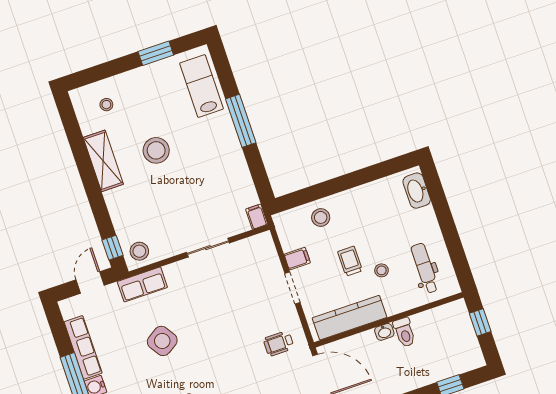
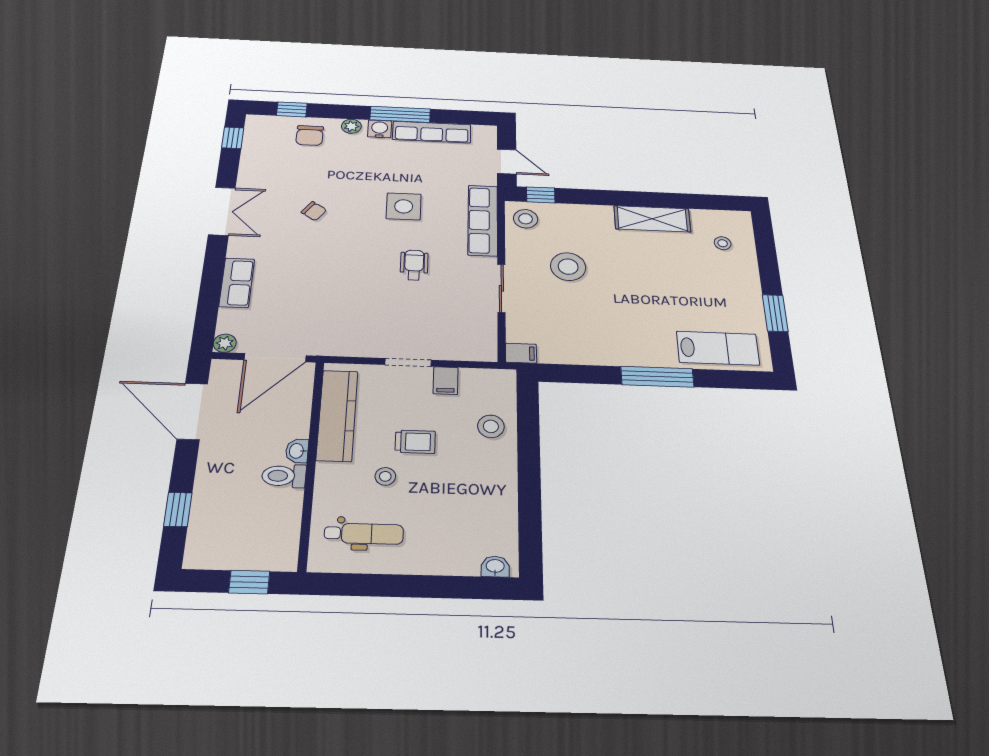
stool: (156, 150) -> (568, 267), moved
washbasin: (417, 191) -> (495, 567), width x0.52, depth x0.69
row of seats: (142, 284) -> (483, 220), width x1.48
side table: (162, 341) -> (404, 206), turned 33
wheelchair: (279, 343) -> (414, 265), moved

